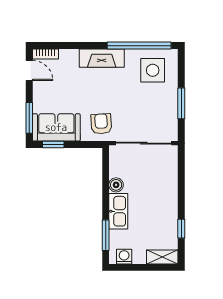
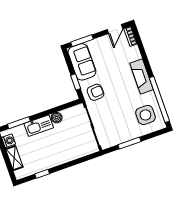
window: (53, 145) -> (76, 82), moved
shelving: (162, 257) -> (14, 158), moved

